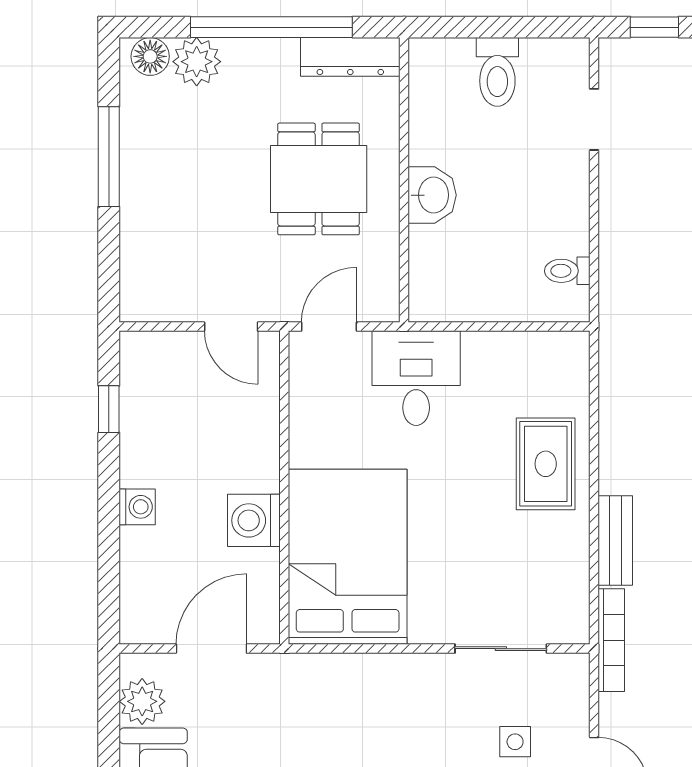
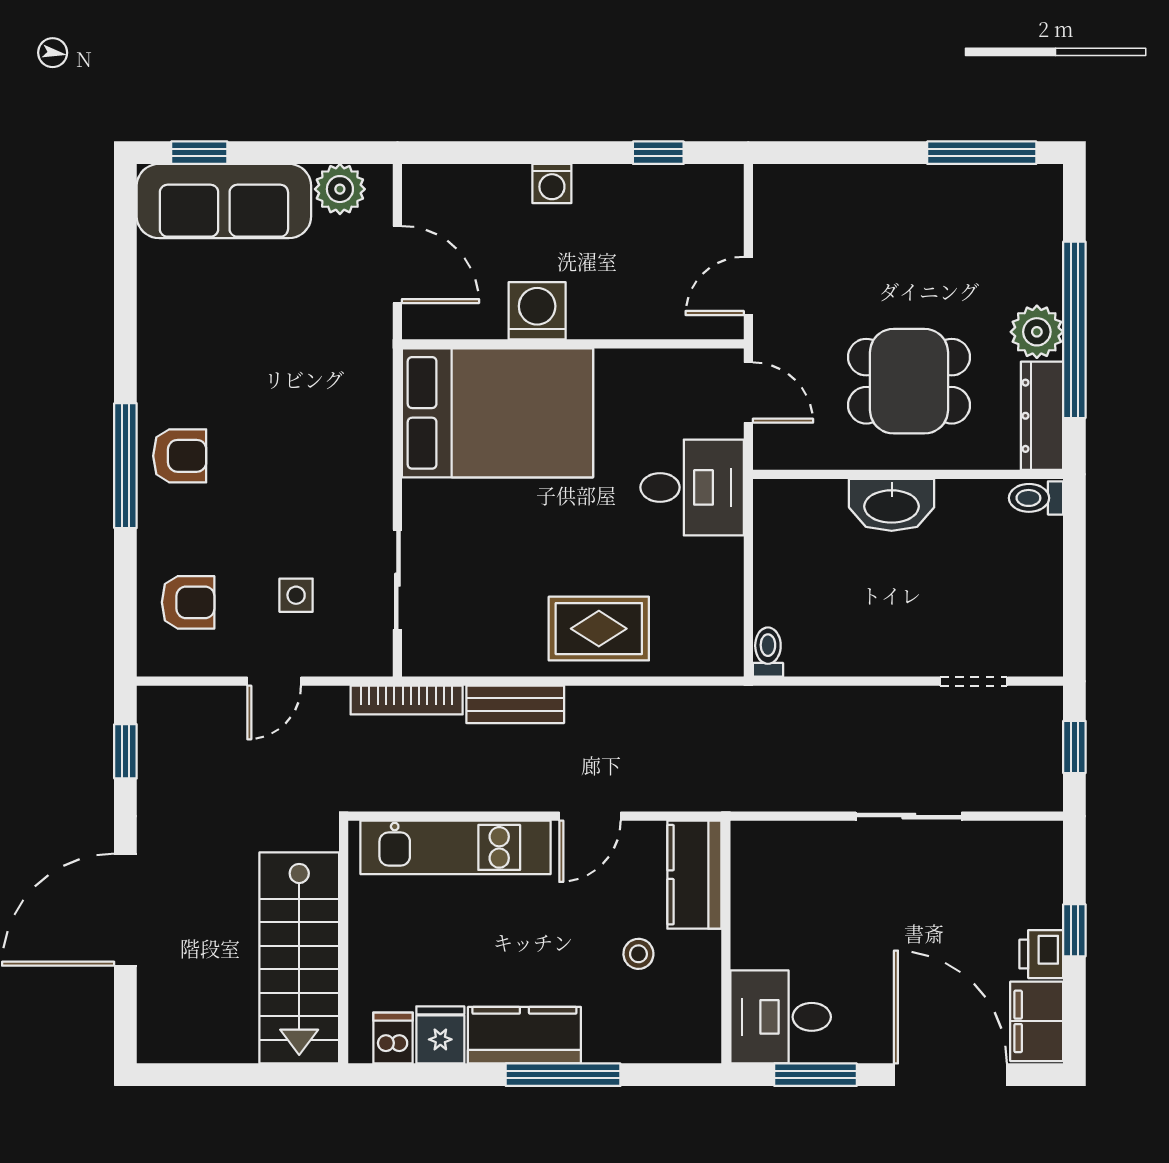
floor lamp: (150, 56) -> (1042, 198), removed
plant: (197, 62) -> (1037, 332), moved
toilet: (497, 72) -> (1036, 498), moved, width x0.73, depth x0.72
window: (109, 157) -> (982, 153), moved
washbasin: (432, 195) -> (892, 505), width x1.38
toilet: (567, 271) -> (768, 652), moved

